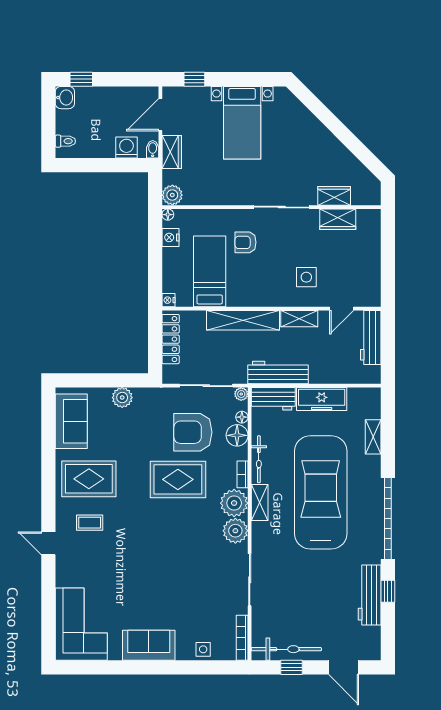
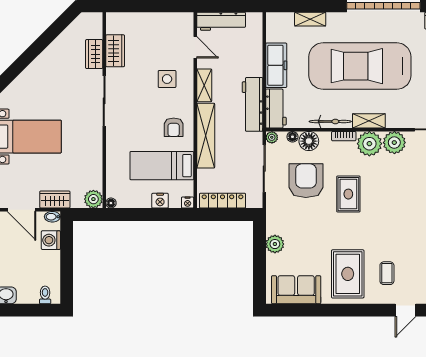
nightstand: (171, 237) -> (160, 201), moved
armchair: (246, 242) -> (174, 127), moved
armchair: (193, 432) -> (306, 181), turned 180
rug: (178, 479) -> (348, 194), width x0.73, depth x0.70

